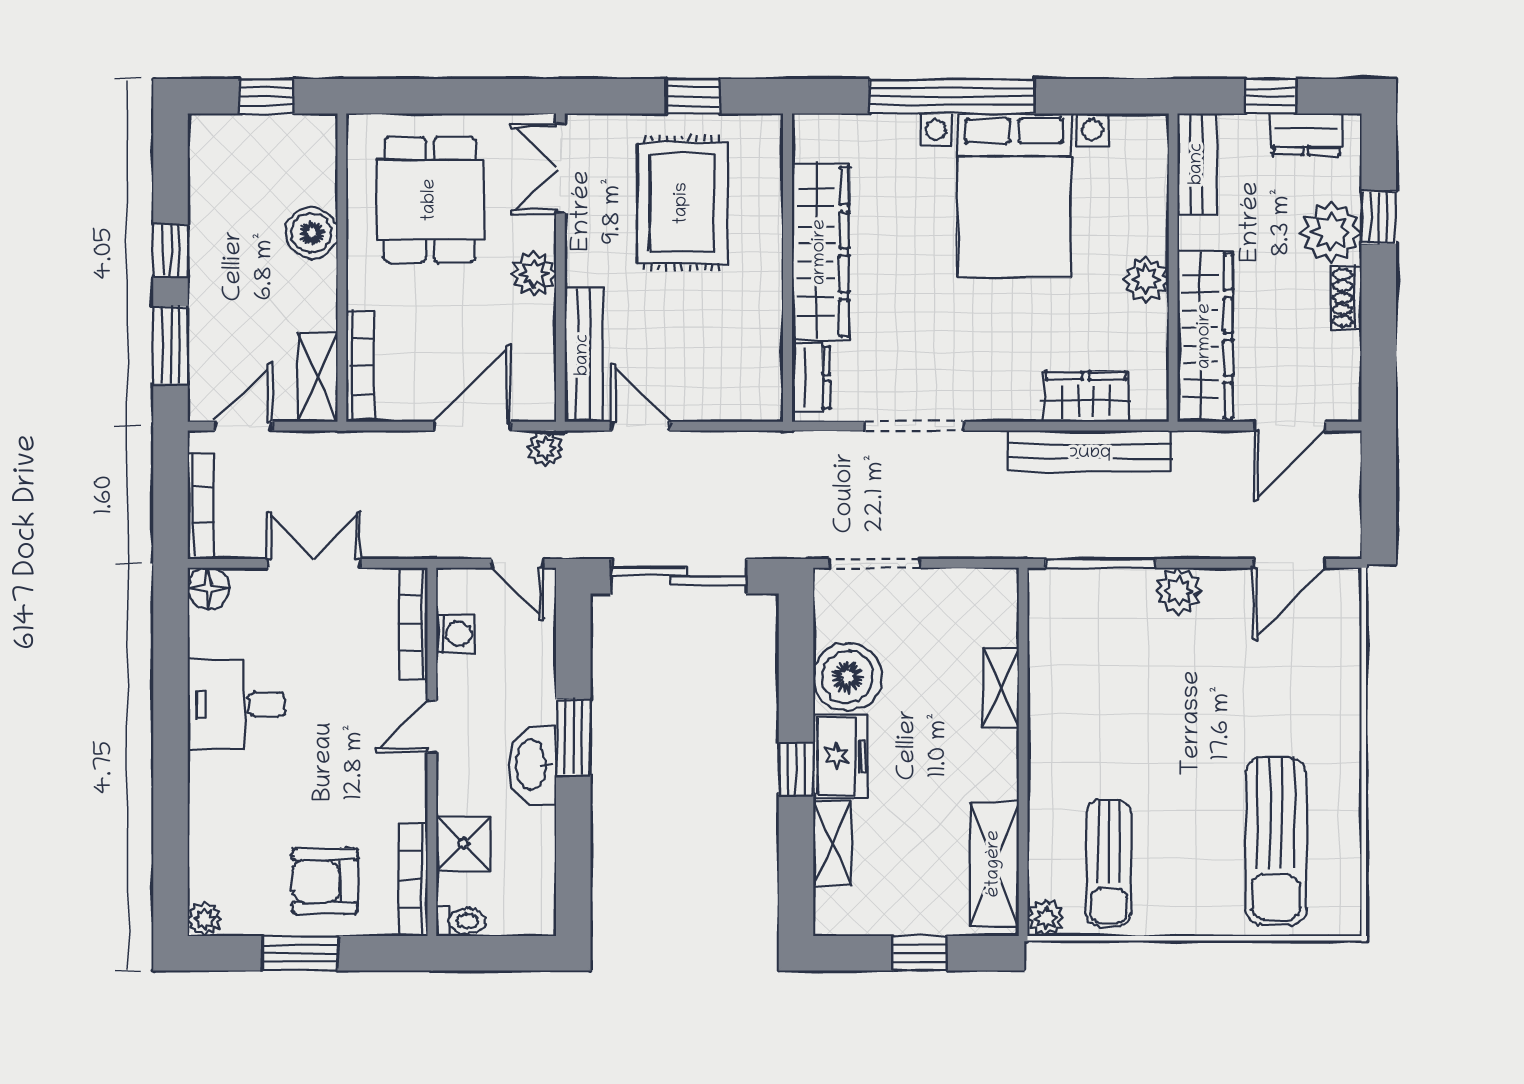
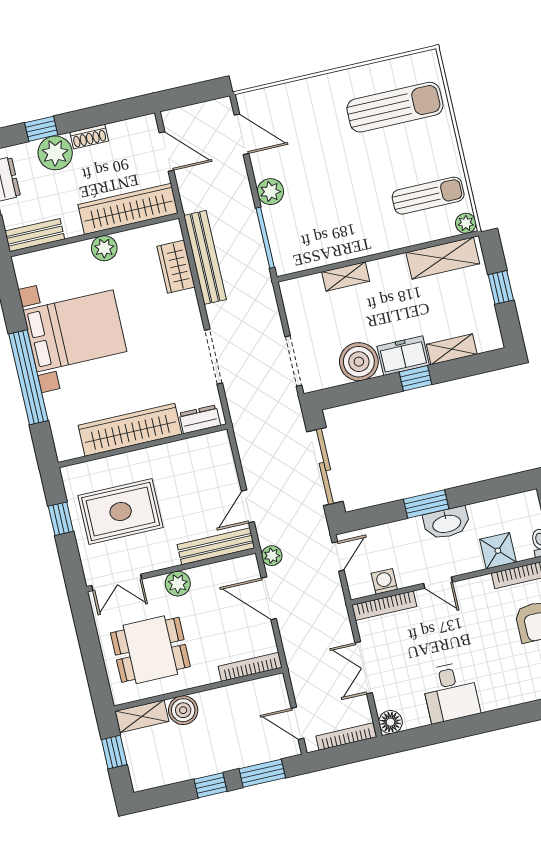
shelving: (318, 377) -> (142, 716), moved

